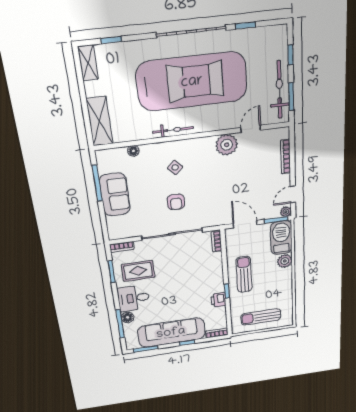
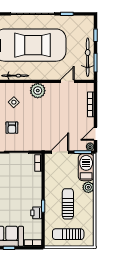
plant: (227, 145) -> (38, 91), moved
door: (245, 224) -> (60, 152), hinge flipped
sun lounger: (244, 274) -> (68, 204), moved

